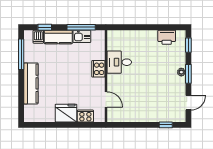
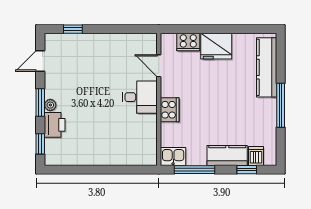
kitchen sink: (82, 36) -> (173, 156), moved
printer: (167, 37) -> (55, 125), moved, turned 90
window: (21, 54) -> (281, 105), moved
desk: (119, 62) -> (140, 97), moved
kitchen counter: (31, 83) -> (267, 67), moved

